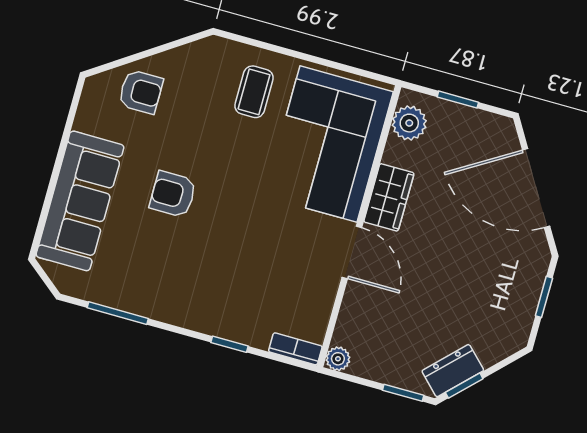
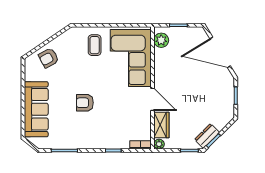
armchair: (141, 92) -> (49, 58), turned 152
armchair: (173, 194) -> (85, 103), moved
wardrobe: (389, 197) -> (161, 125), moved

